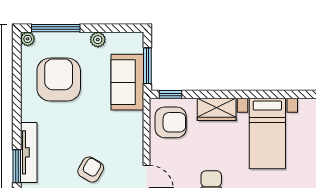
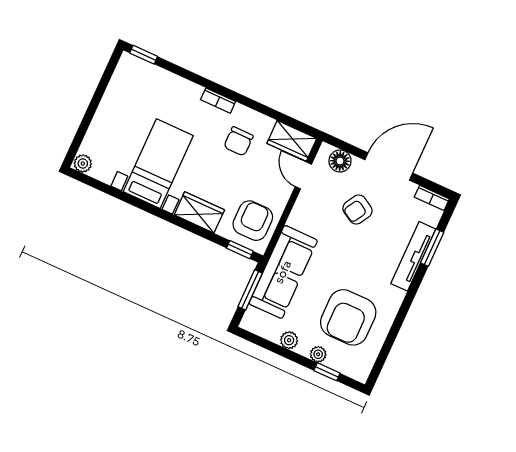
window: (56, 28) -> (327, 372), width x0.46
plant: (28, 39) -> (318, 354), moved
sofa: (127, 82) -> (283, 272), width x1.36
armchair: (171, 122) -> (253, 221), turned 90

